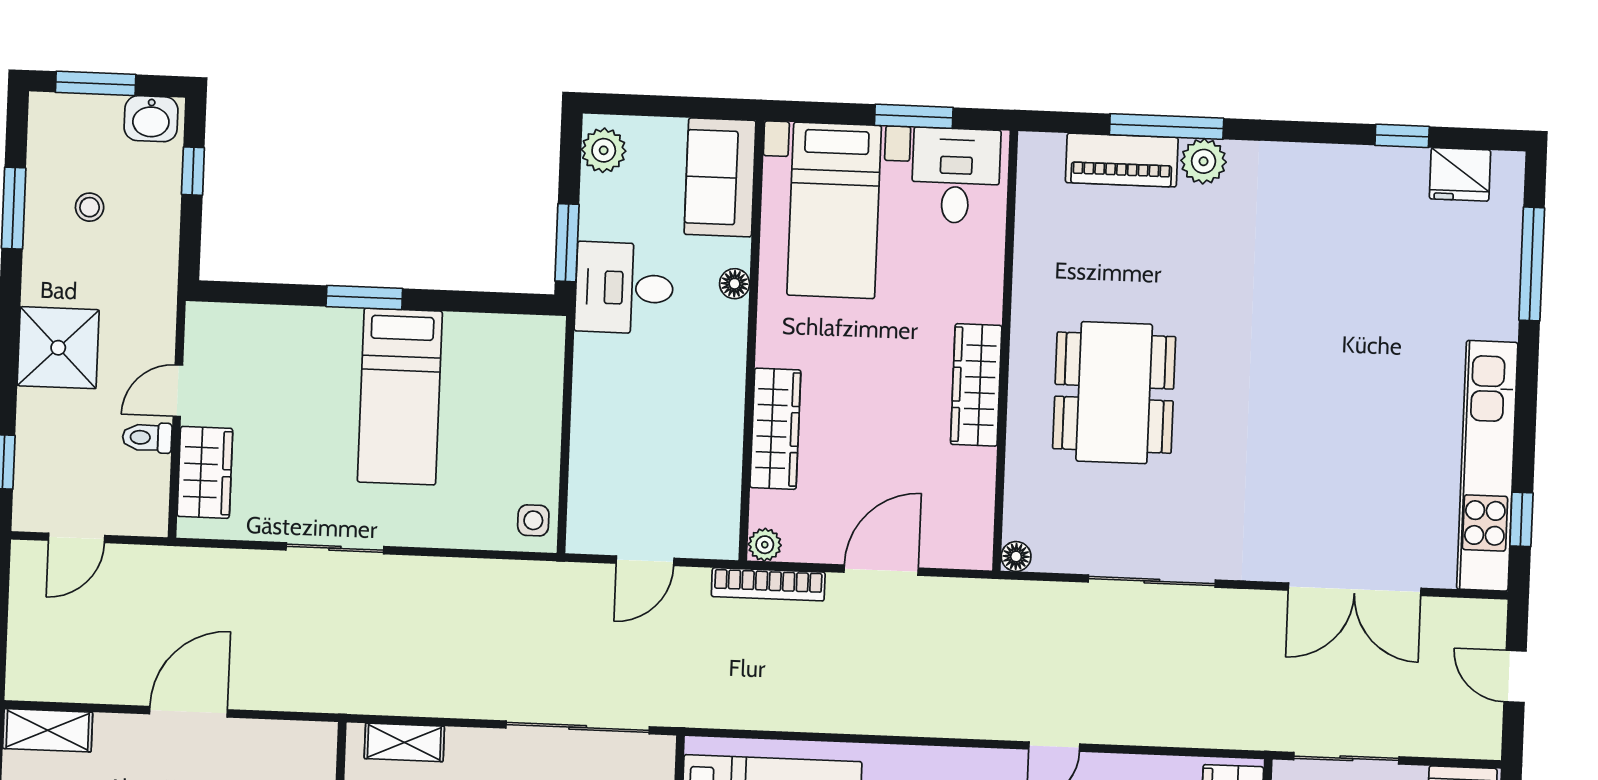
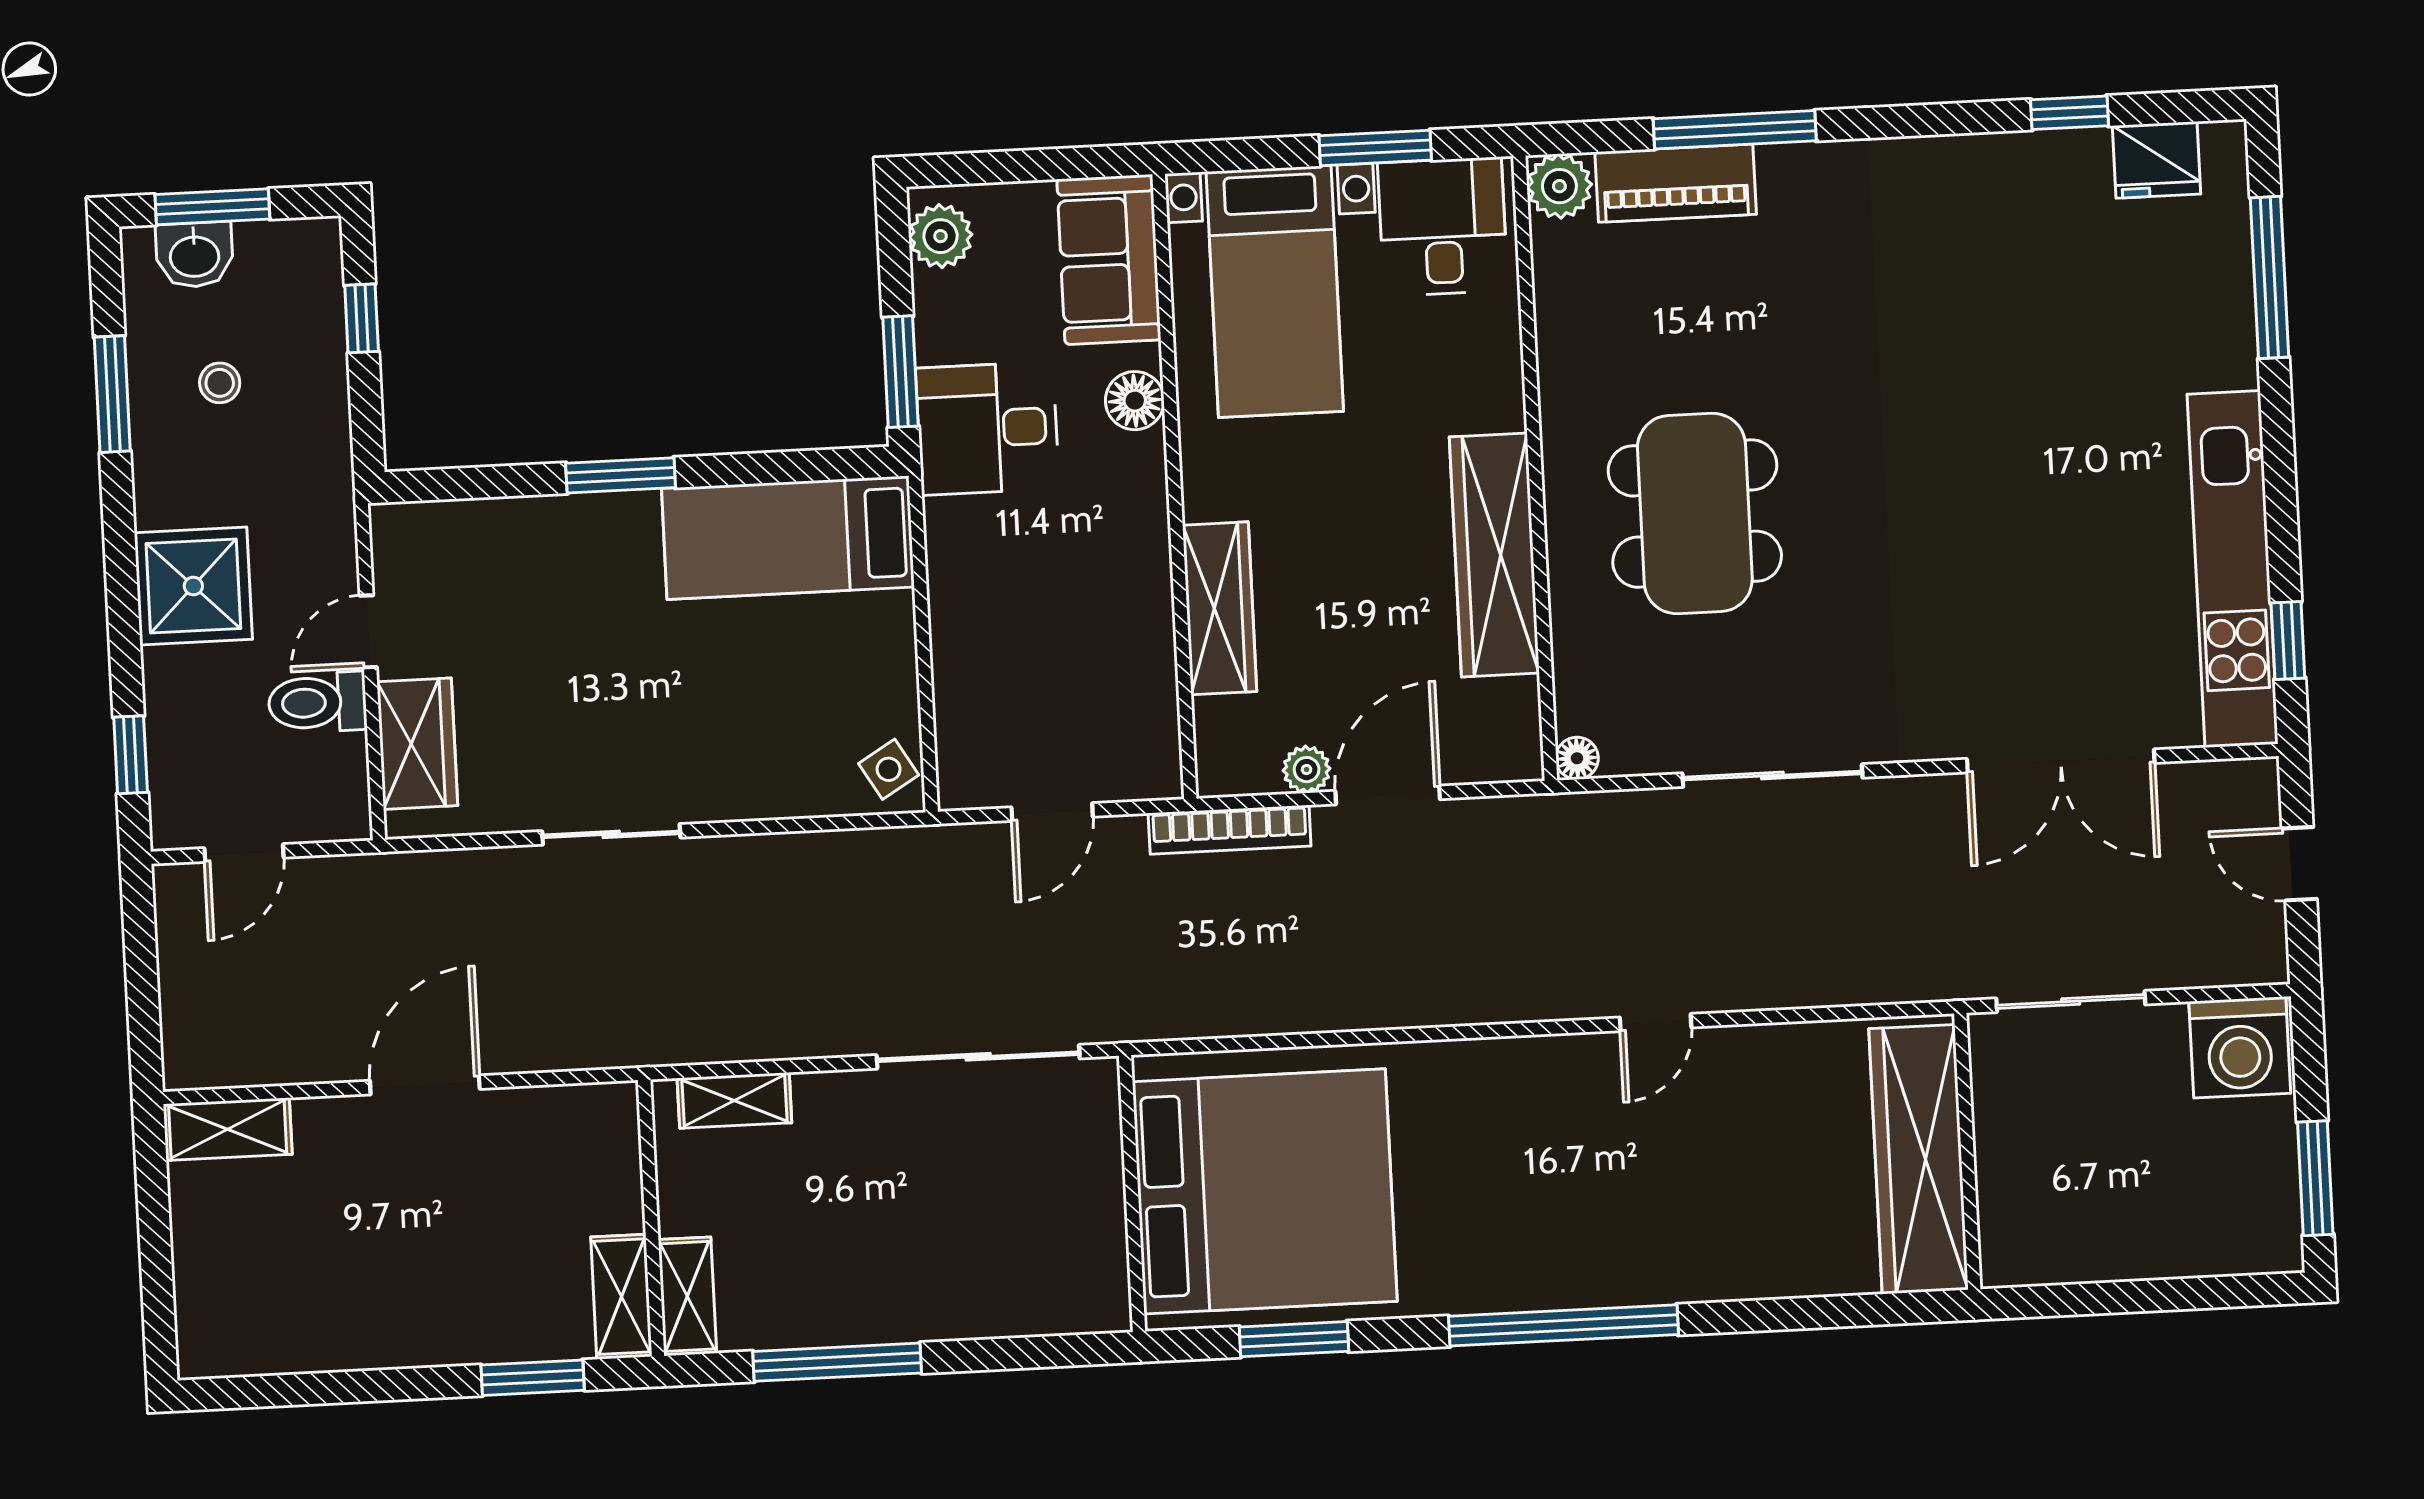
washbasin: (151, 119) -> (194, 255), moved
plant: (1204, 161) -> (1559, 186), moved
floor lamp: (735, 284) -> (1135, 401), width x1.37, depth x1.37
wardrobe: (976, 385) -> (1494, 555), width x1.40, depth x1.17
bed: (400, 397) -> (788, 538), moved, turned 90
toilet: (147, 438) -> (317, 702), width x1.37, depth x1.39
side table: (533, 520) -> (889, 769), turned -31
plant: (765, 545) -> (1307, 770), moved

